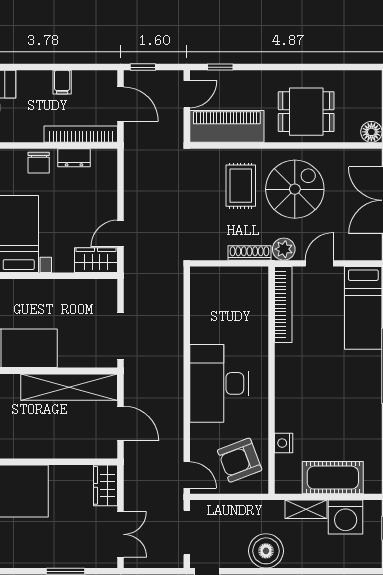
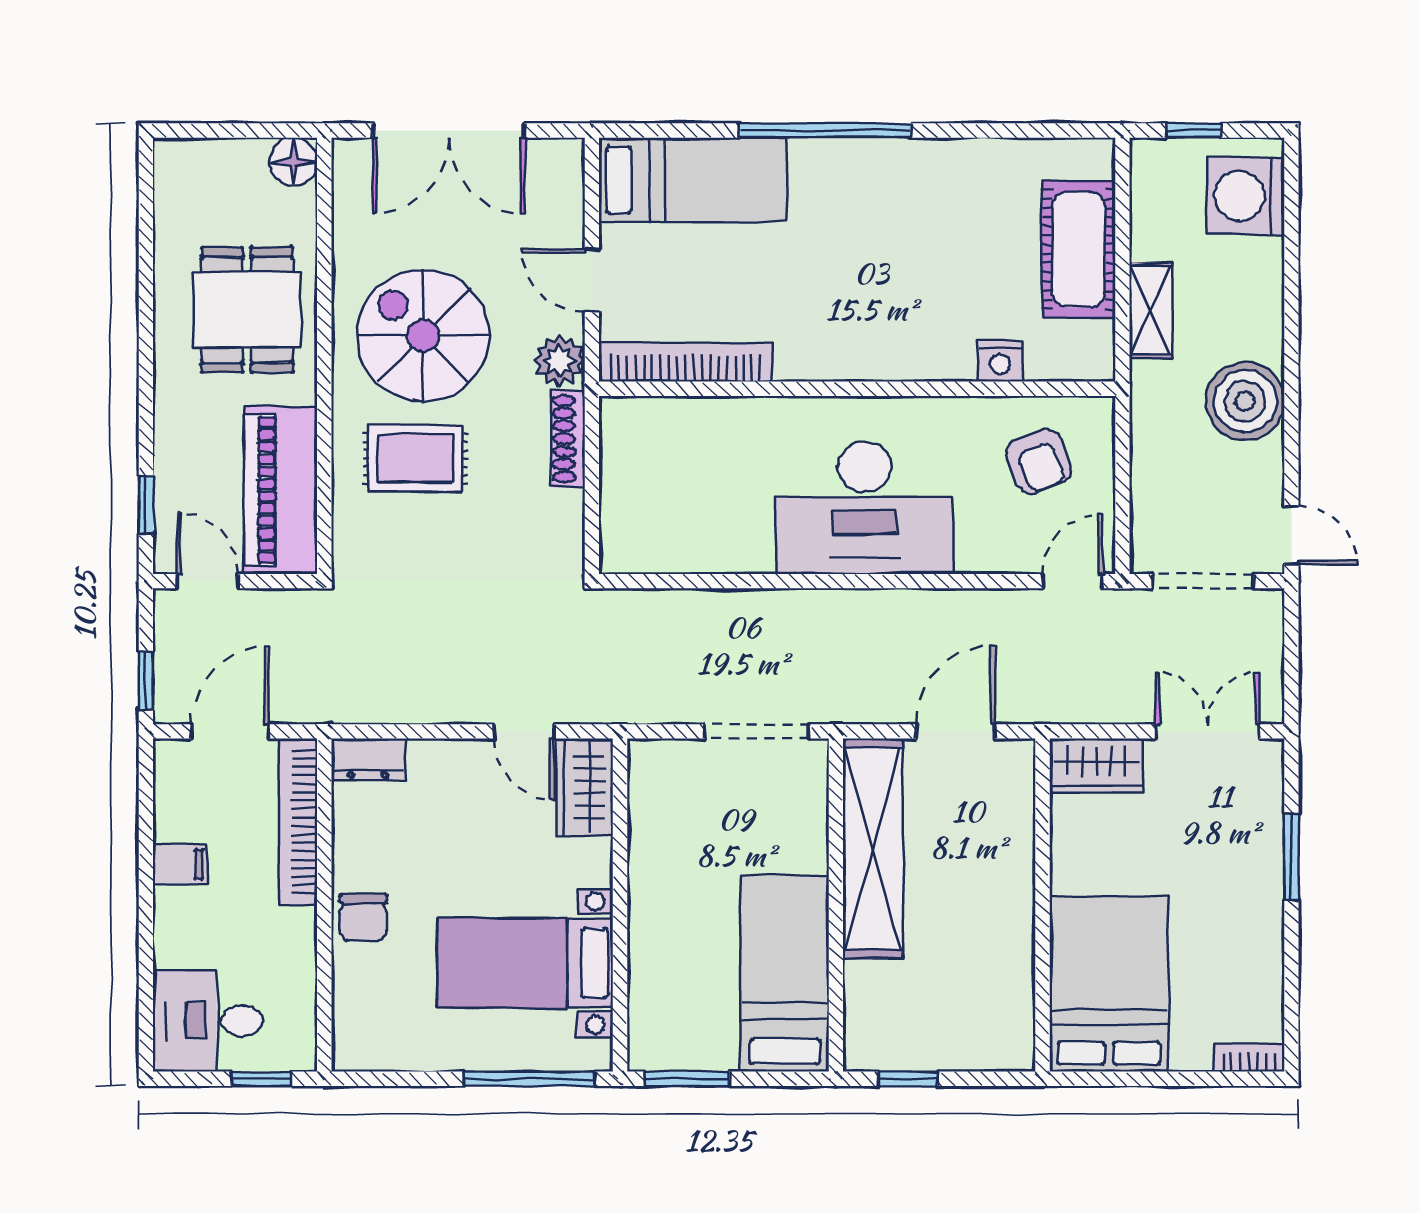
dresser: (74, 158) -> (368, 759), moved, turned 90
chair: (39, 163) -> (363, 918), turned 90
armchair: (240, 460) -> (1039, 461), width x0.72, depth x0.72
washing machine: (346, 517) -> (1245, 196), moved, turned 180

